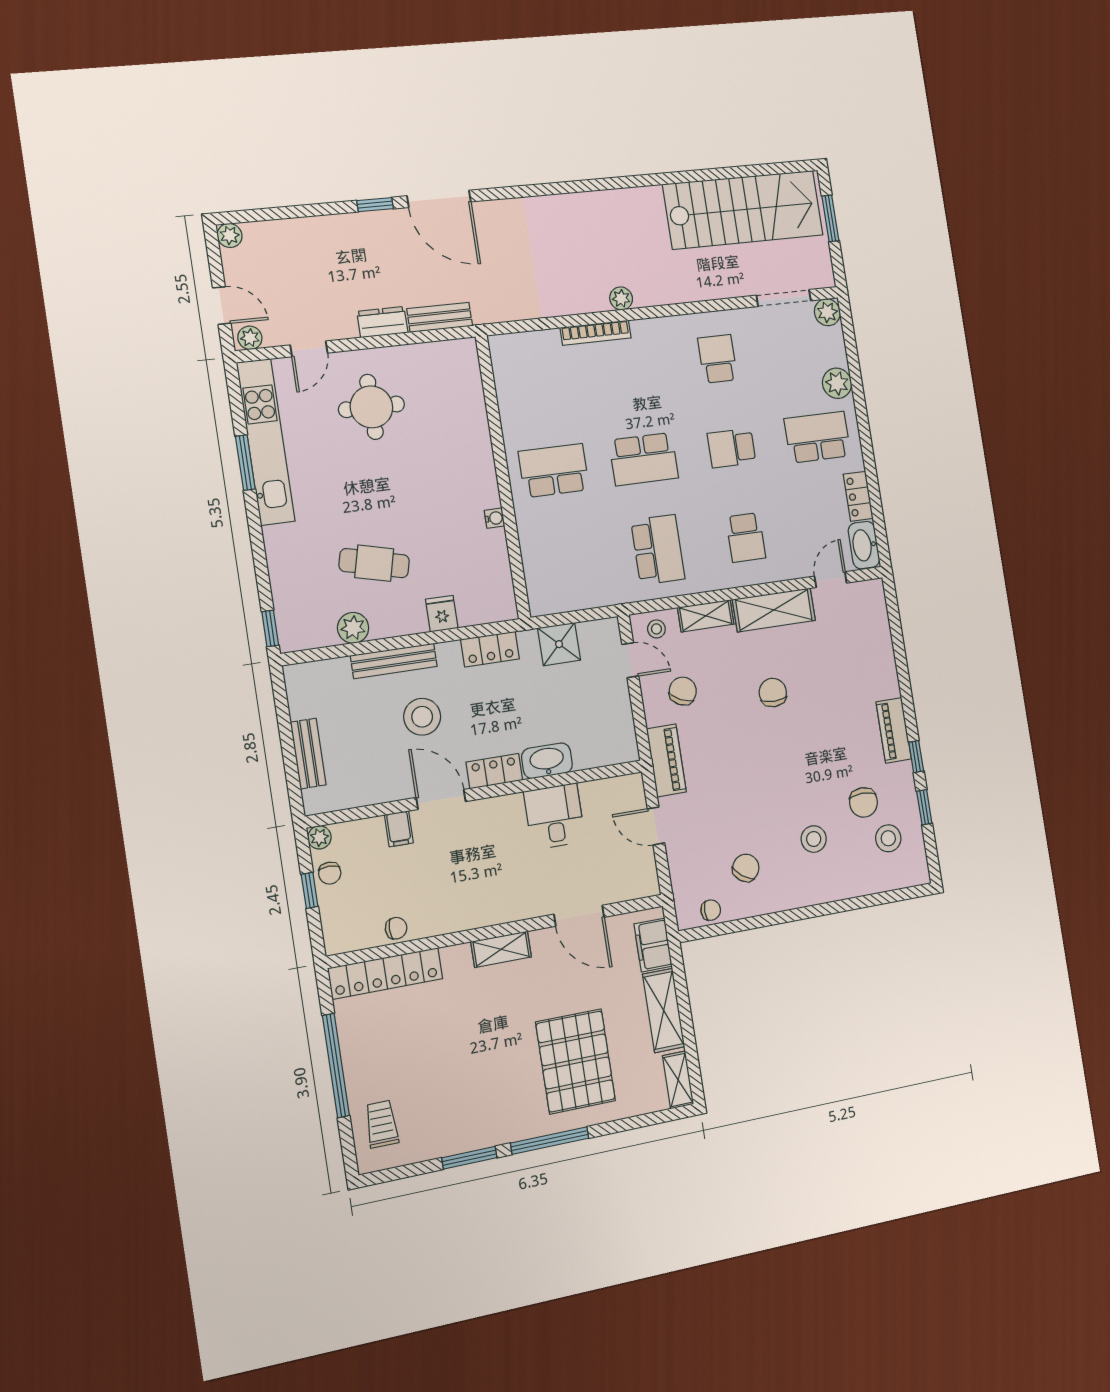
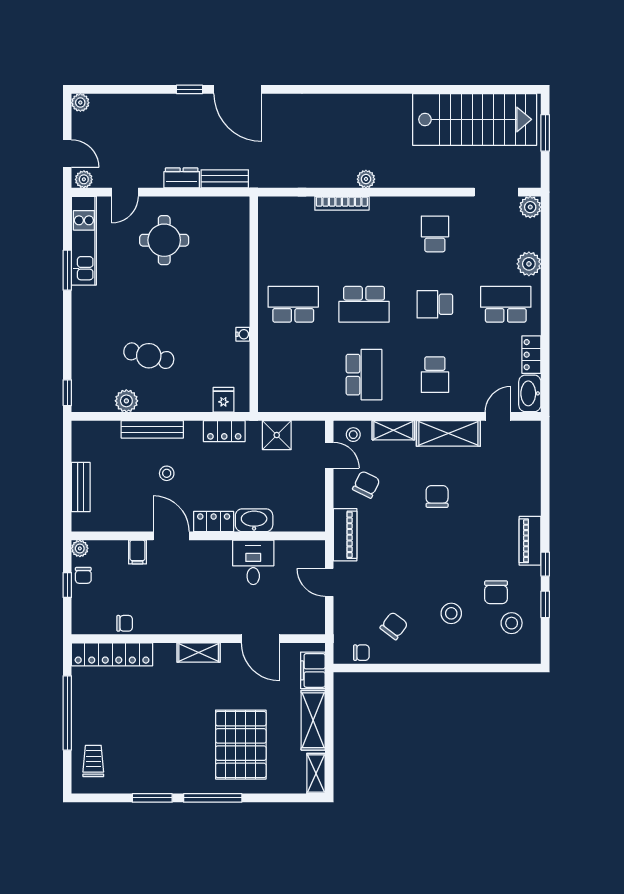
kitchen unit: (266, 442) -> (84, 241), width x0.73
fridge: (442, 614) -> (223, 400), moved
stool: (422, 717) -> (167, 473), width x0.53, depth x0.53

